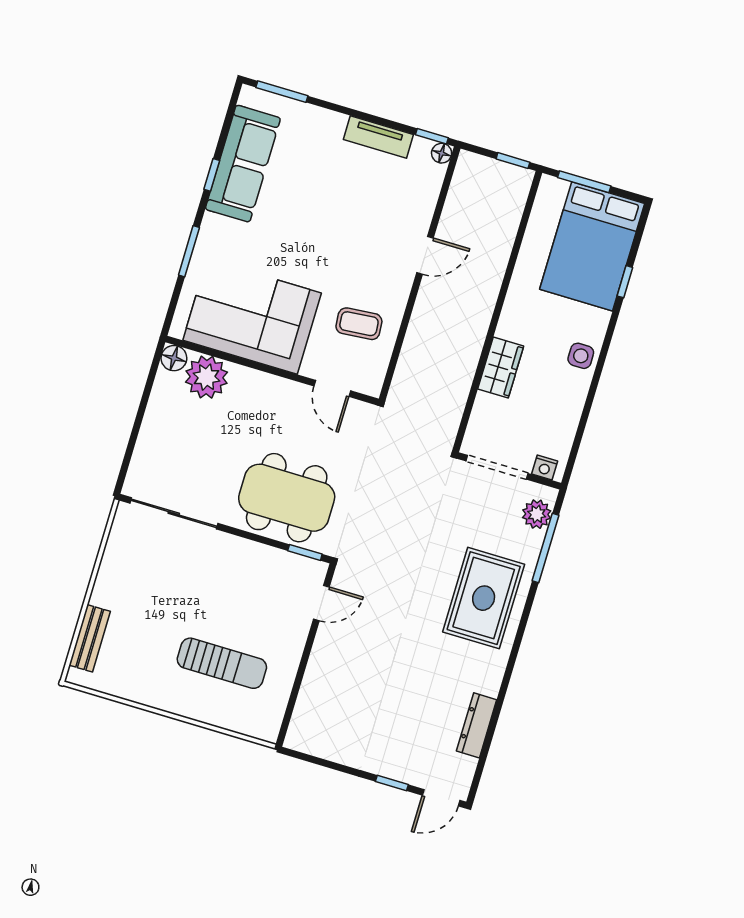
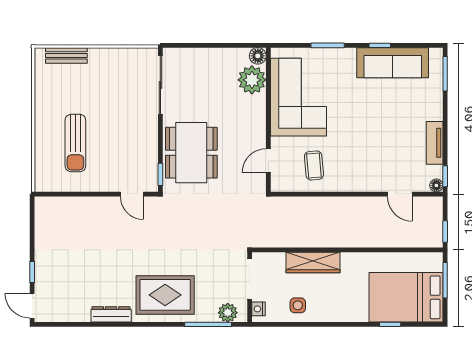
door: (425, 255) -> (400, 194), moved
side table: (581, 356) -> (298, 305), moved
wardrobe: (501, 367) -> (313, 263), width x1.50
dresser: (477, 725) -> (111, 314), moved

